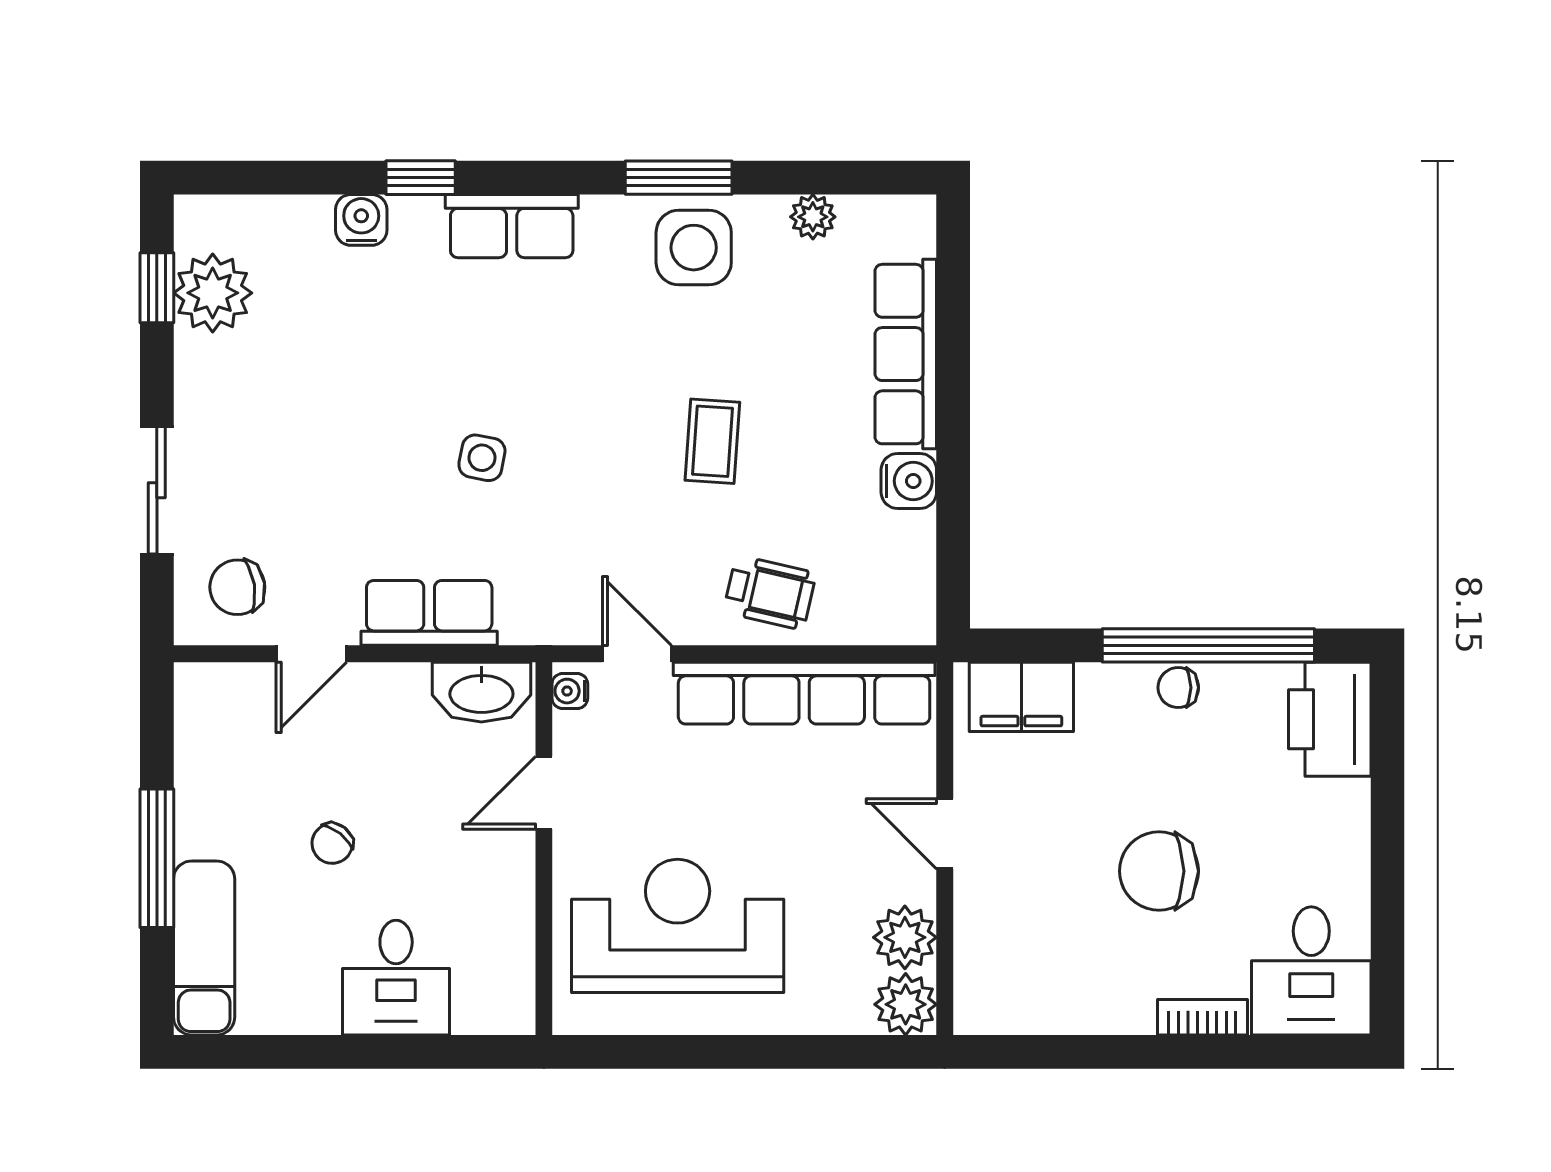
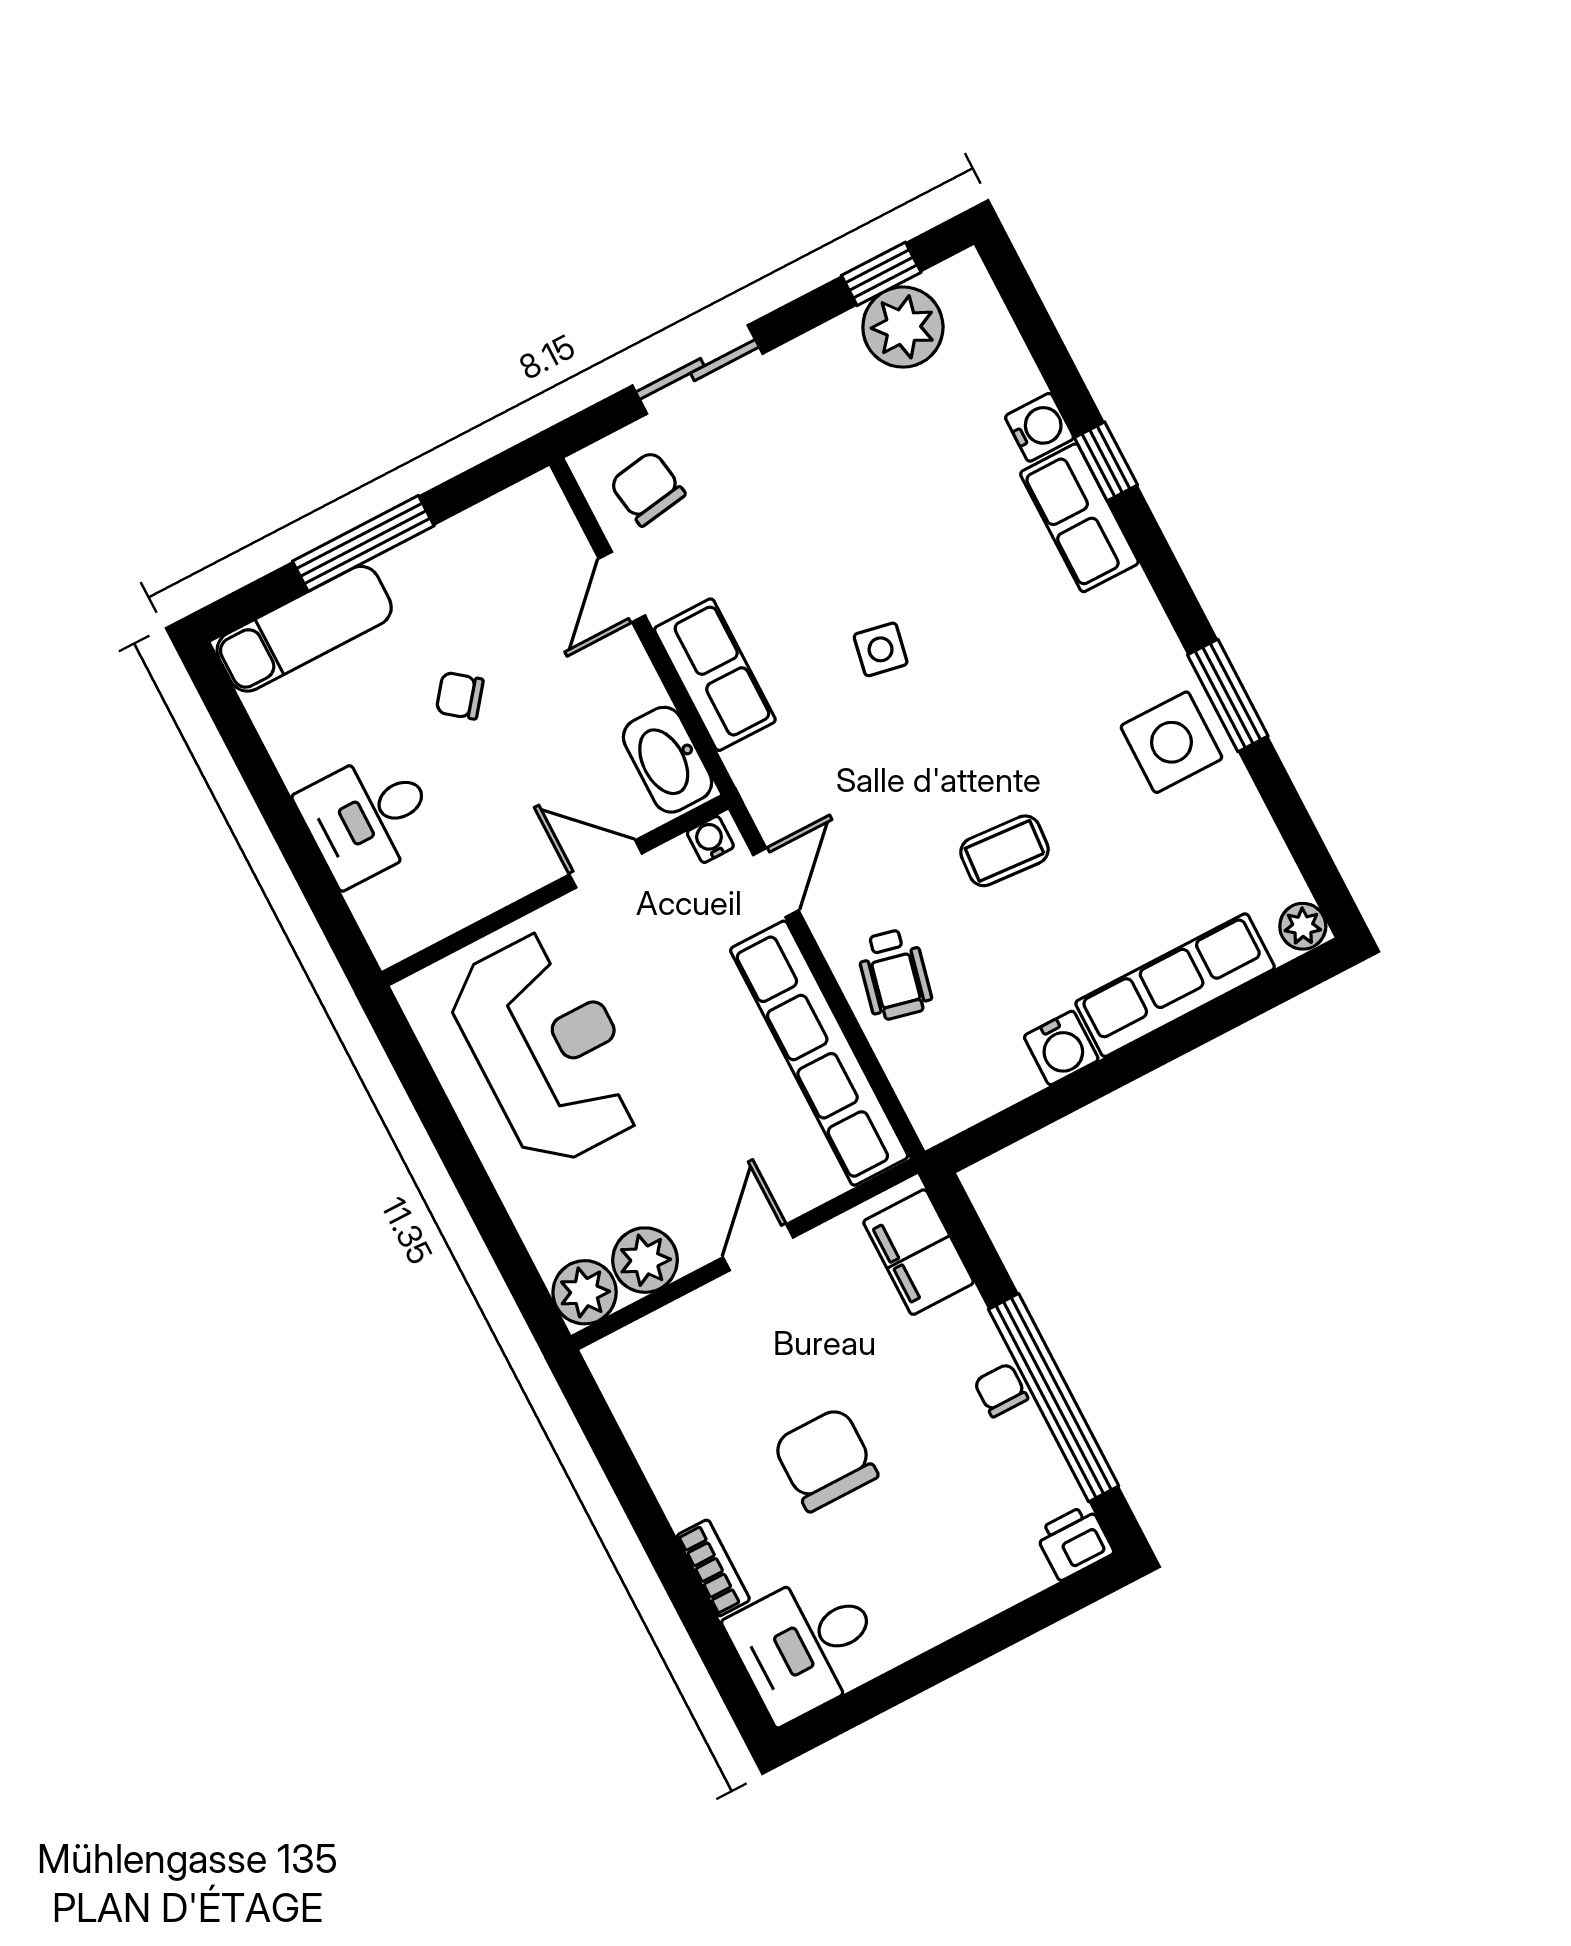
plant: (813, 217) -> (1303, 926), moved
row of seats: (512, 226) -> (1079, 518), moved
door: (311, 654) -> (622, 587), hinge flipped
printer: (1330, 719) -> (1074, 1542), width x0.53, depth x0.68

